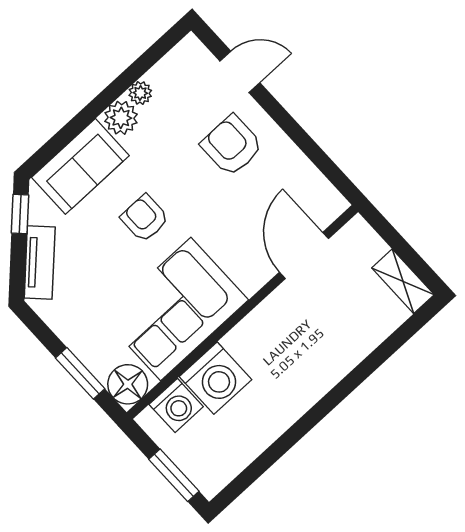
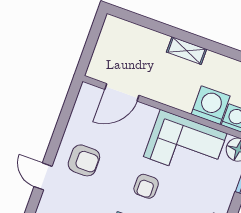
armchair: (232, 145) -> (84, 160), turned -90
shelving: (403, 281) -> (187, 51), moved, turned 90

